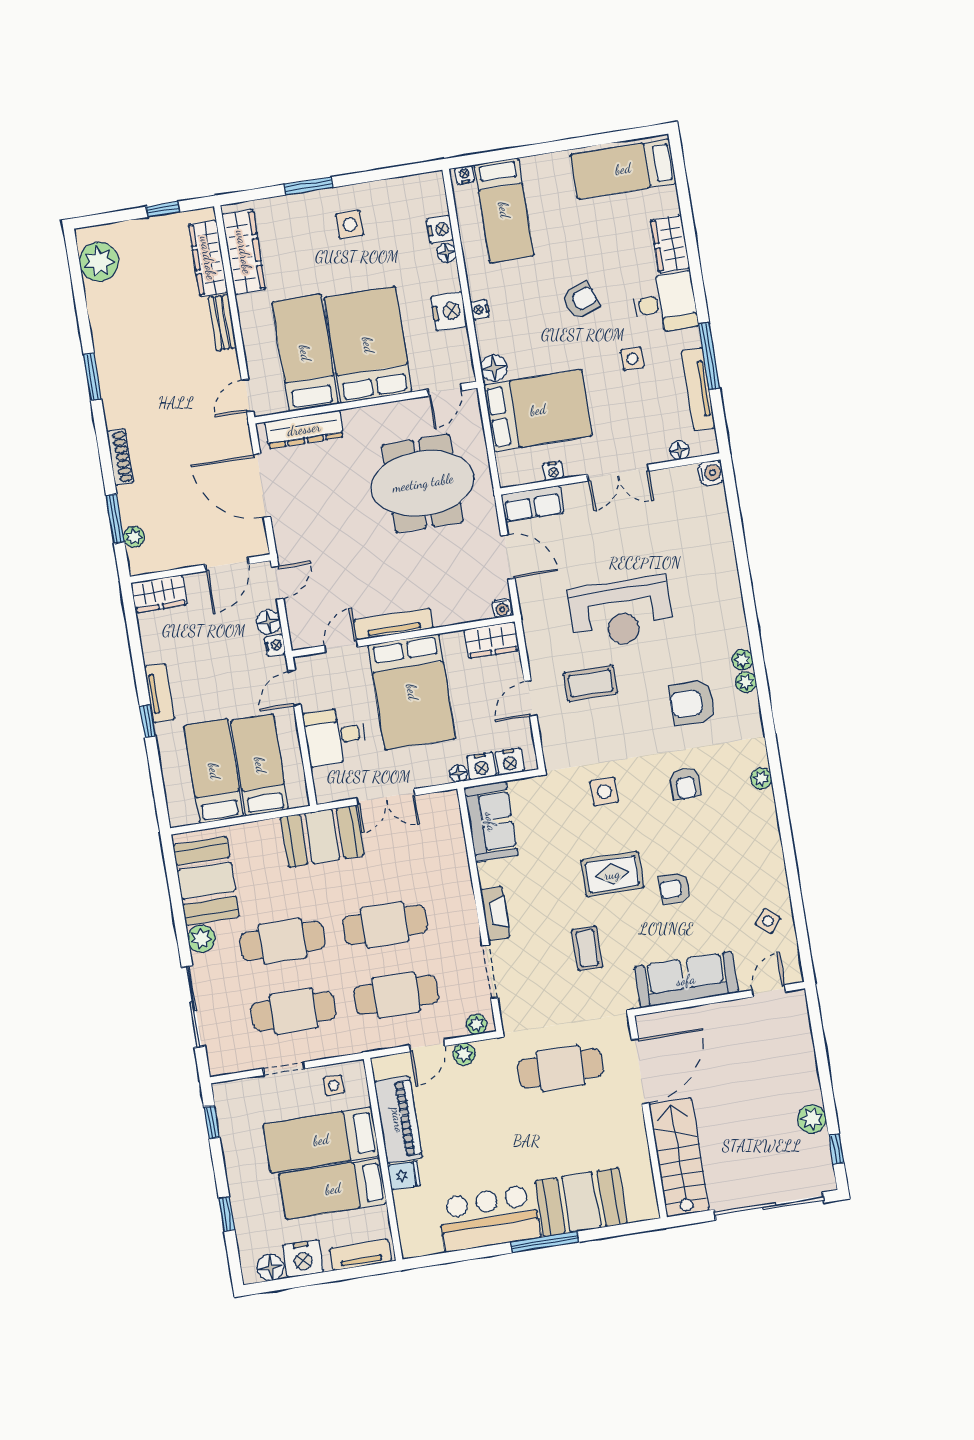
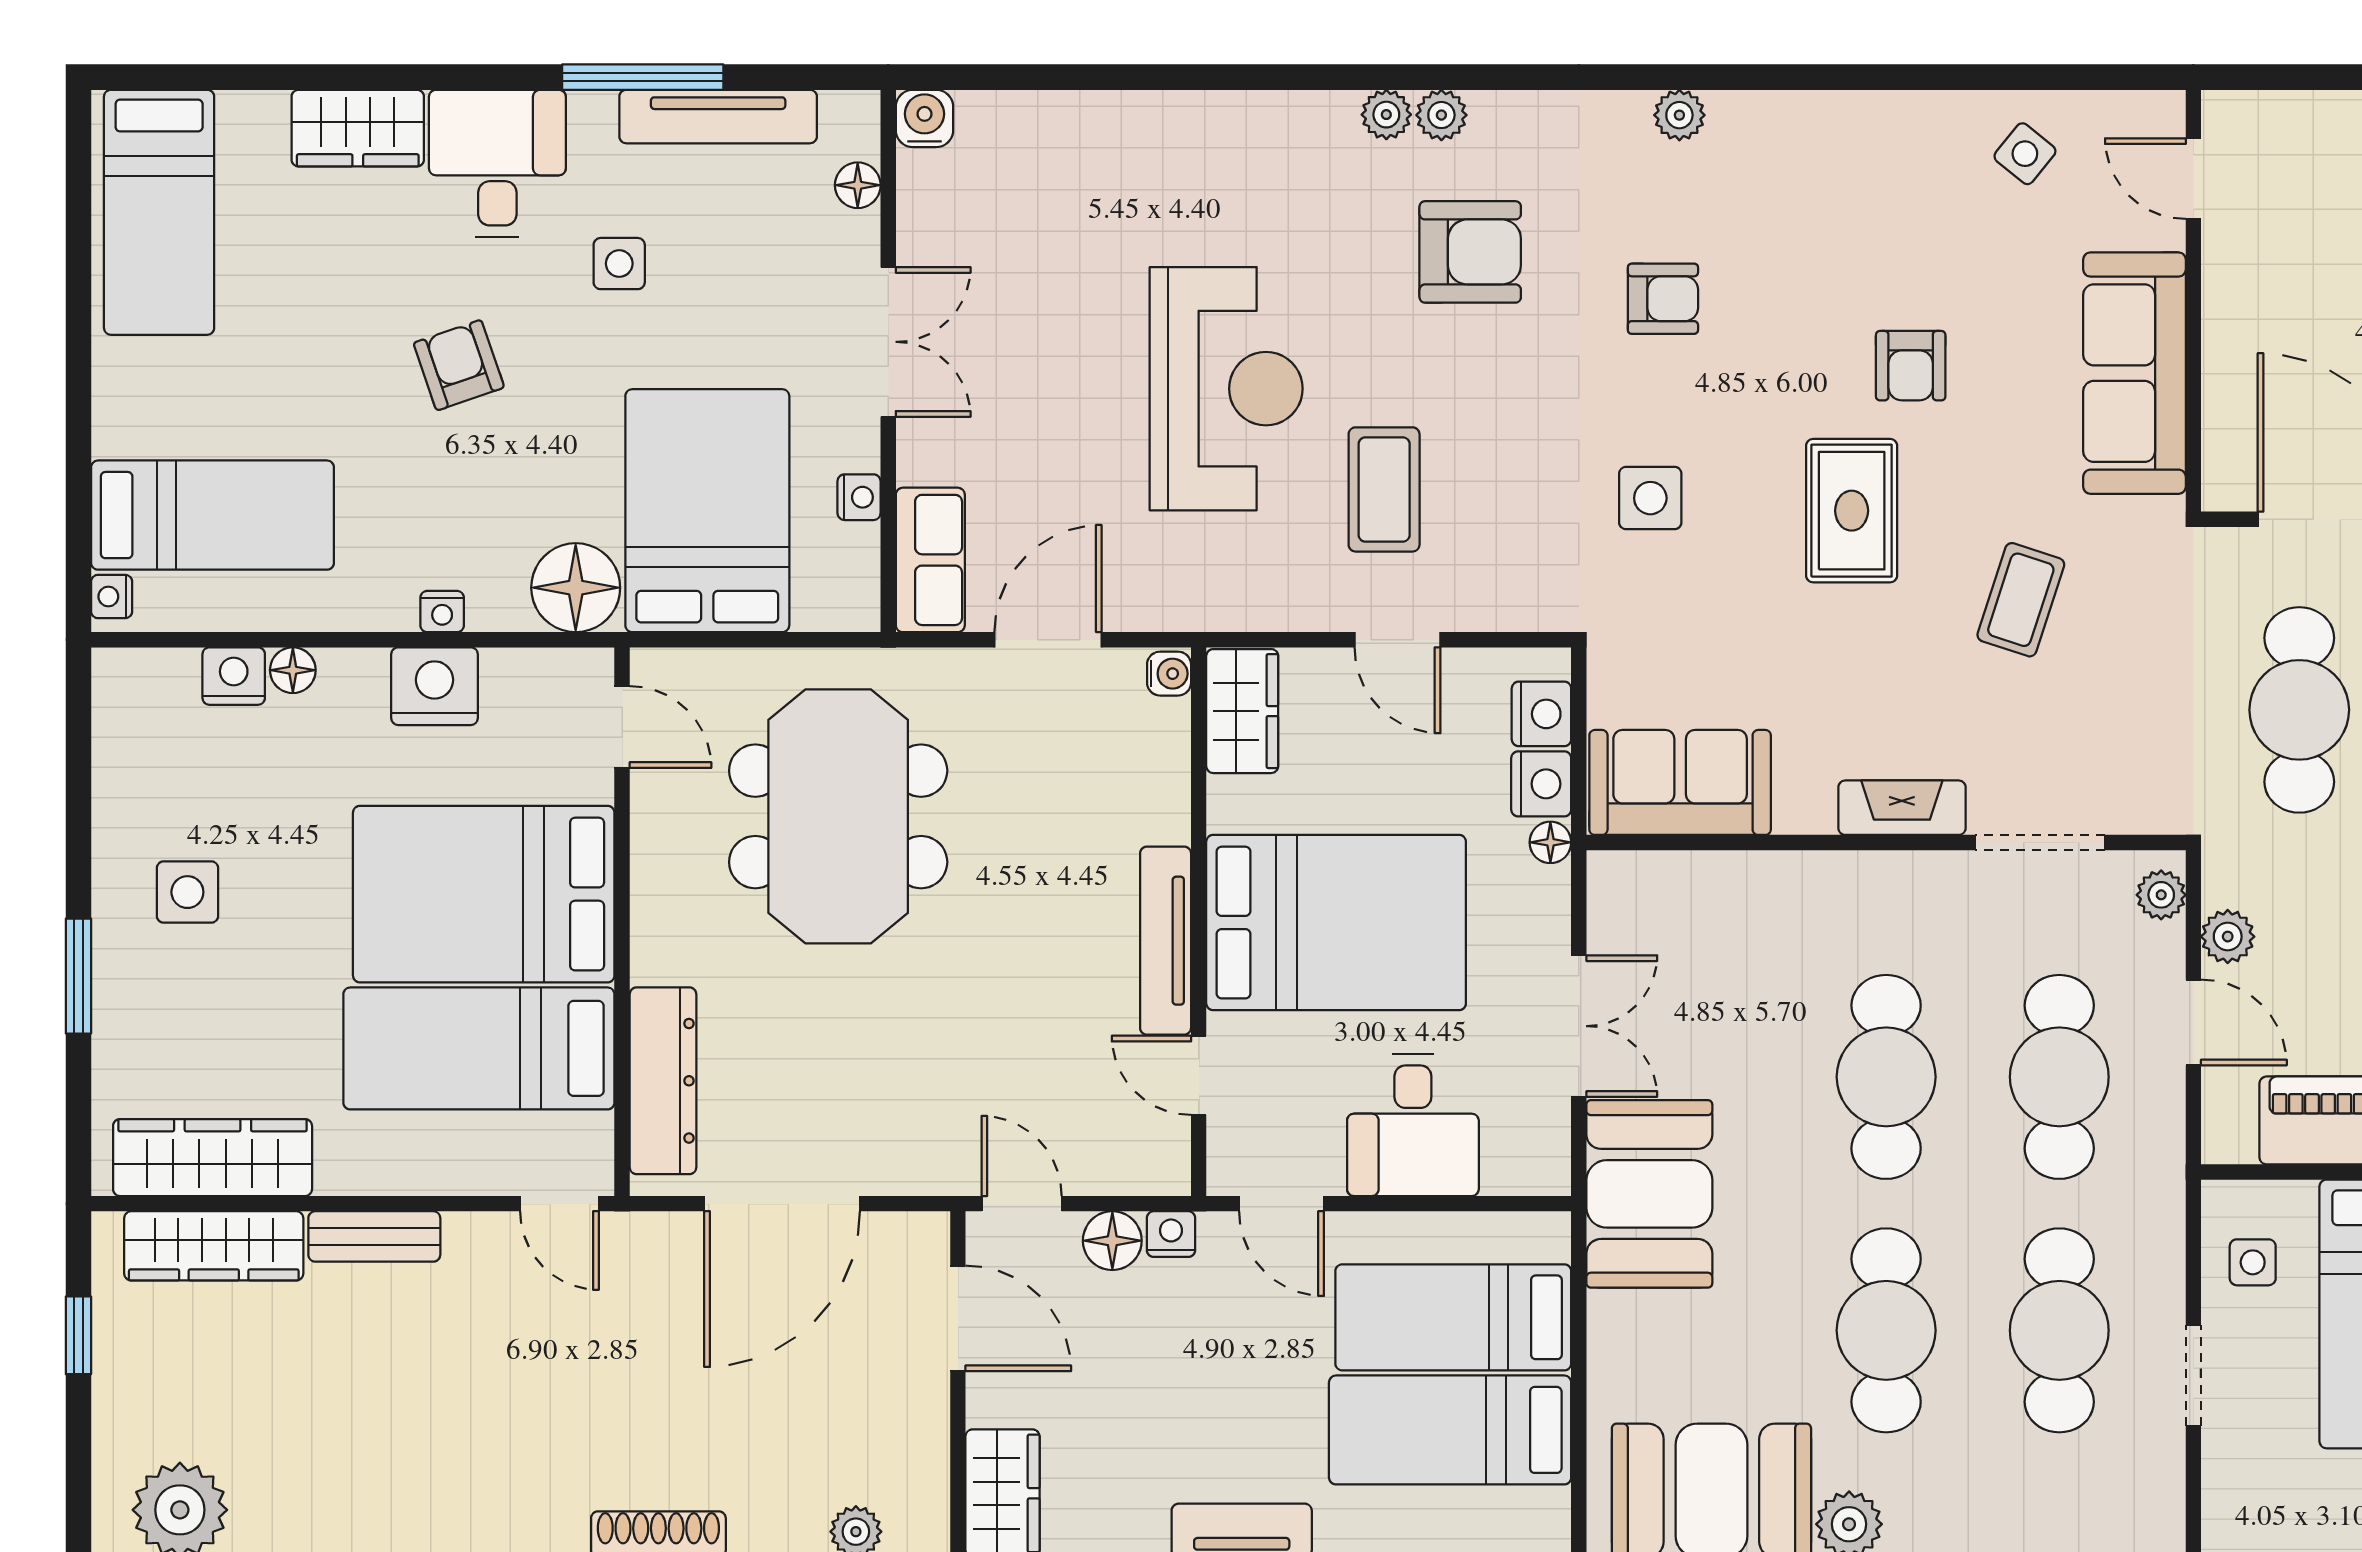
floor lamp: (494, 368) -> (576, 588), width x1.38, depth x1.38
armchair: (692, 703) -> (1470, 252), turned -90
coffee table: (587, 948) -> (2021, 600), turned -72

